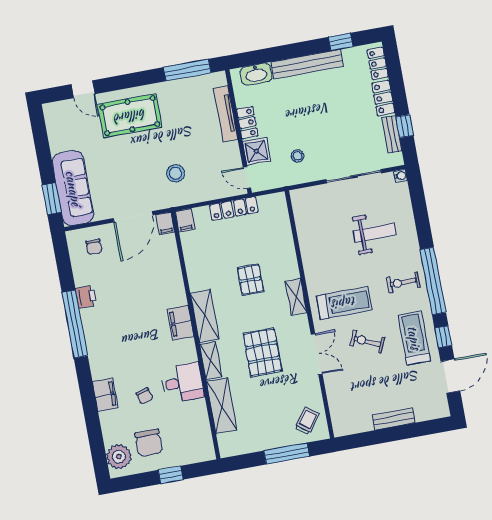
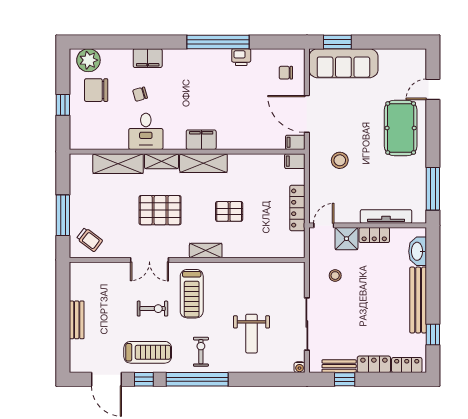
exercise bike: (367, 341) -> (153, 309), turned 66

